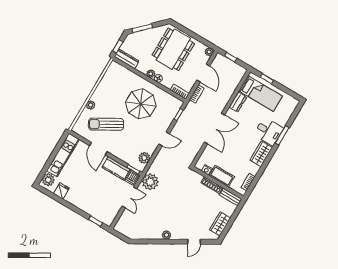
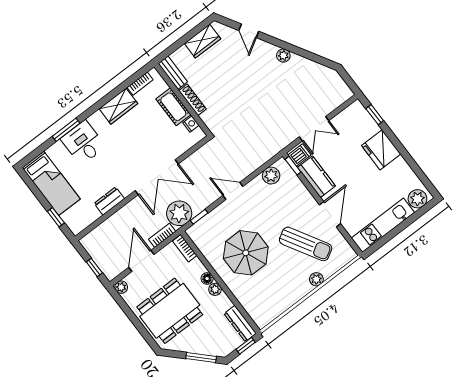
bed: (261, 93) -> (51, 183), moved, turned 180
double door: (214, 128) -> (157, 177), swing flipped
wardrobe: (261, 154) -> (118, 106), moved
plant: (150, 182) -> (179, 213), moved
fridge: (61, 191) -> (381, 150), moved, width x1.88, depth x1.34
double door: (129, 197) -> (314, 129), swing flipped
door: (194, 242) -> (249, 31), swing flipped

